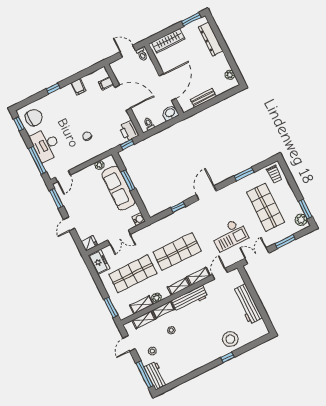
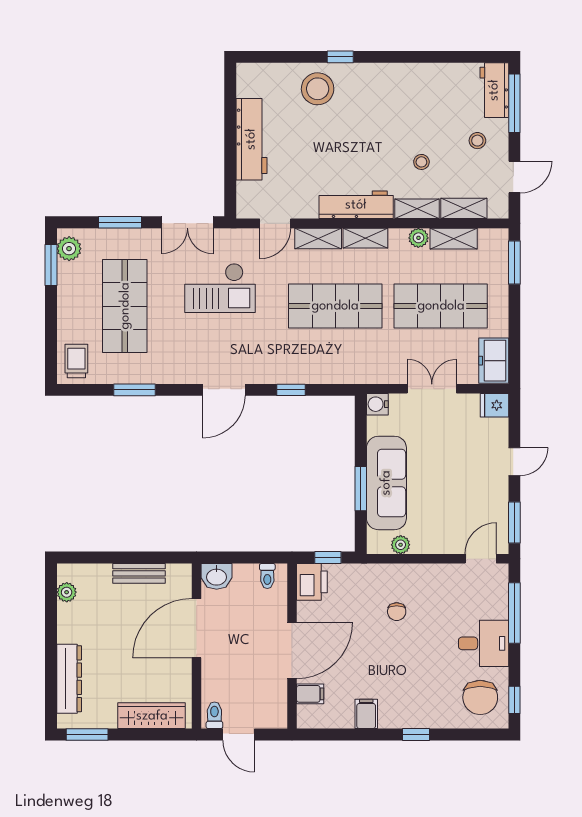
door: (123, 98) -> (292, 651), swing flipped
chair: (34, 118) -> (480, 697), turned -90
desk: (46, 145) -> (484, 643), width x0.73
checkout: (229, 235) -> (220, 288), turned 180

